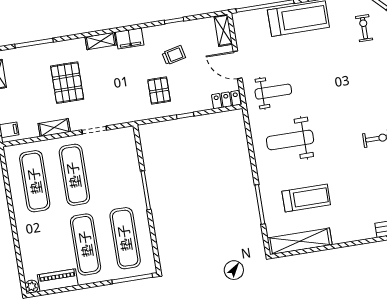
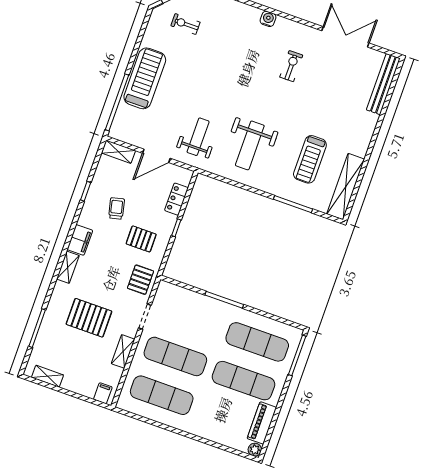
locker: (226, 100) -> (176, 199), moved
pallet: (124, 109) -> (140, 280), added
treadmill: (306, 198) -> (310, 159), turned 180

